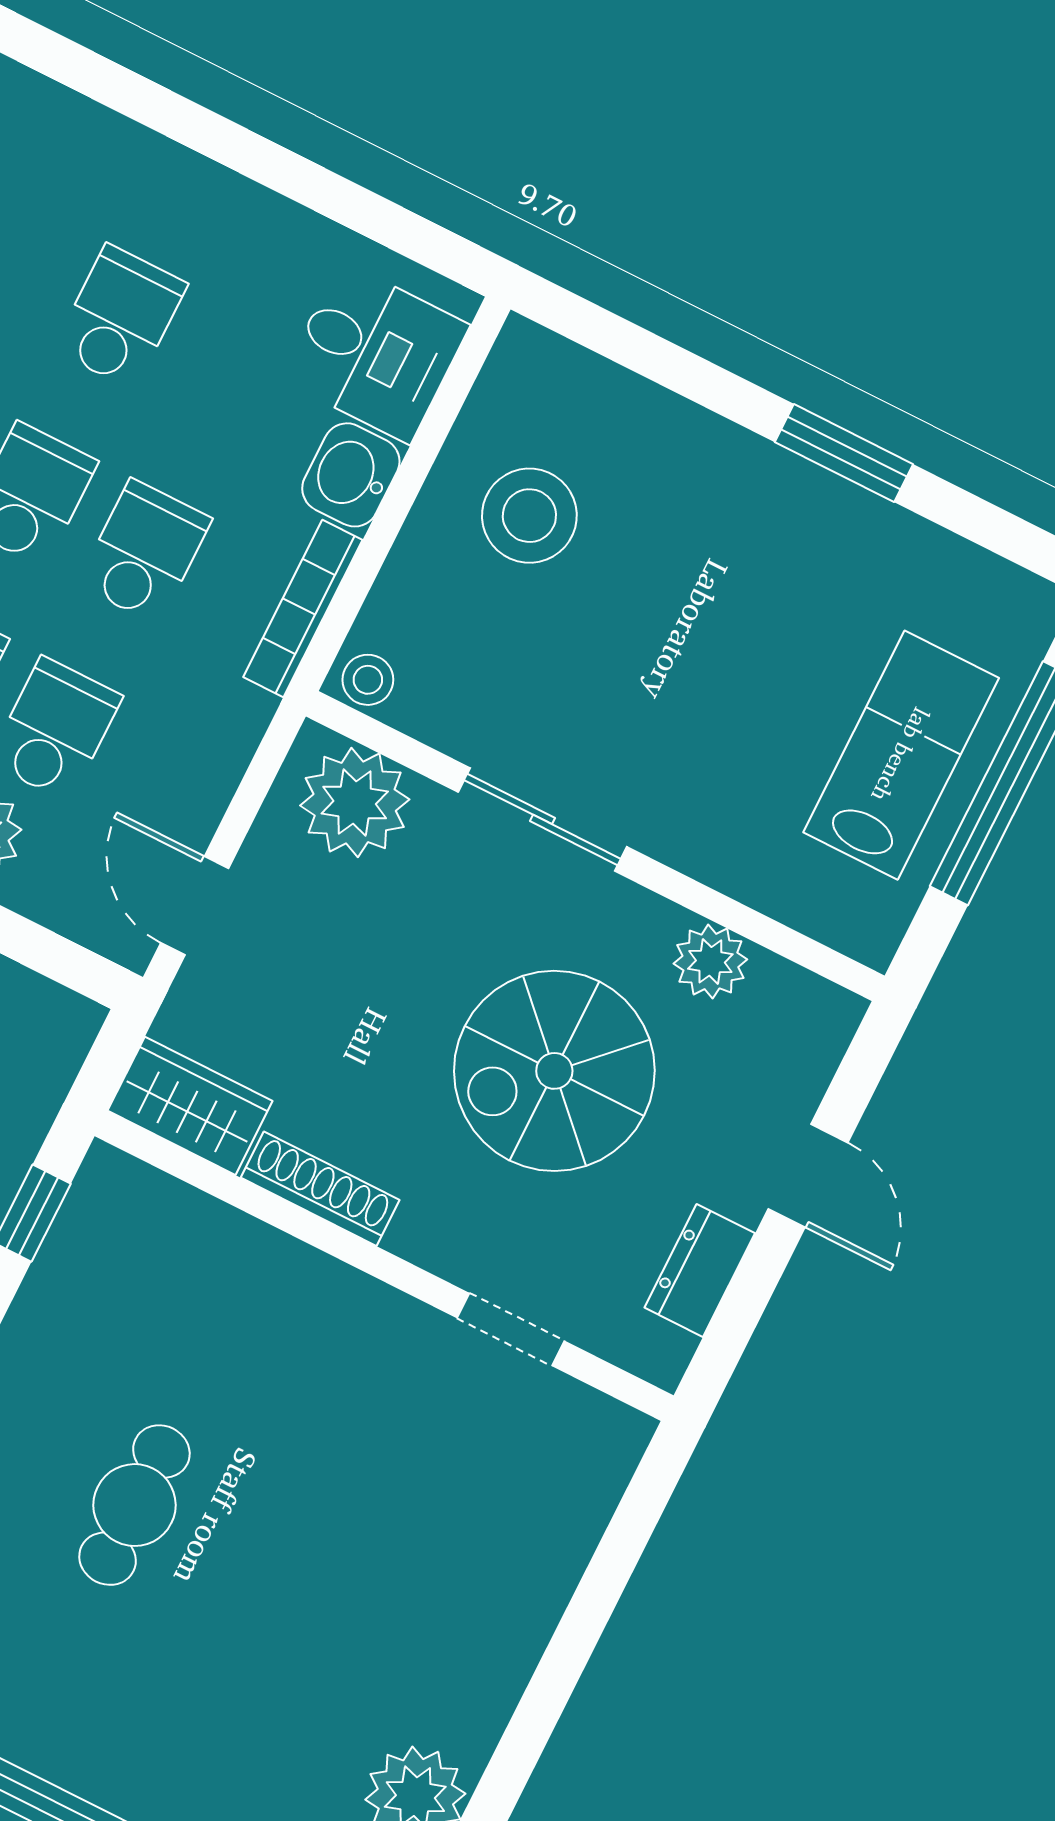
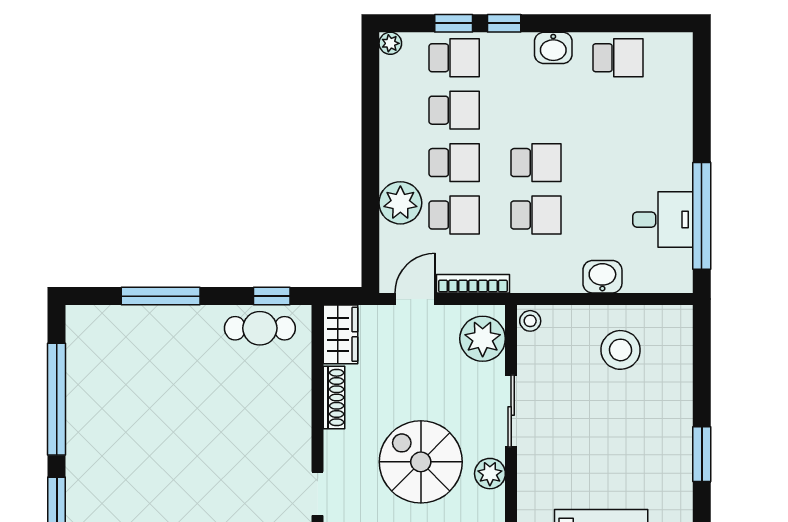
window: (327, 193) -> (702, 216), added
school desk: (120, 317) -> (618, 163), removed
desk: (375, 352) -> (663, 220), moved, turned -90
bookcase: (303, 609) -> (473, 284), moved
plant: (710, 961) -> (490, 474), moved
cafe table: (134, 1505) -> (260, 328), moved

